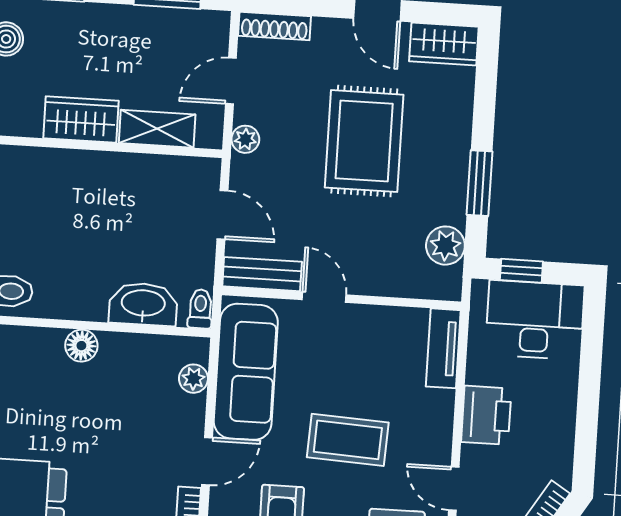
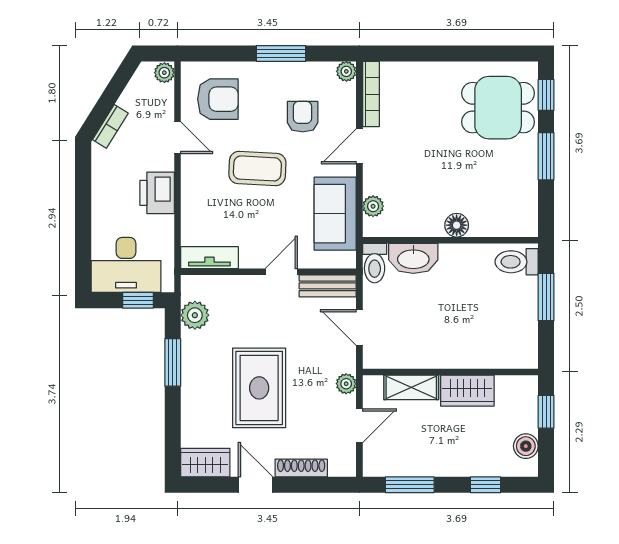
shoe rack: (274, 26) -> (301, 468), moved
door: (324, 297) -> (281, 272), swing flipped
toilet: (200, 309) -> (375, 263), width x1.37, depth x1.39
tv unit: (443, 348) -> (209, 258), moved, turned -90
sofa: (246, 372) -> (335, 214), width x0.73

